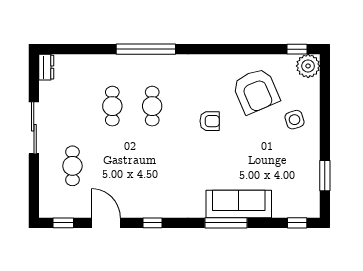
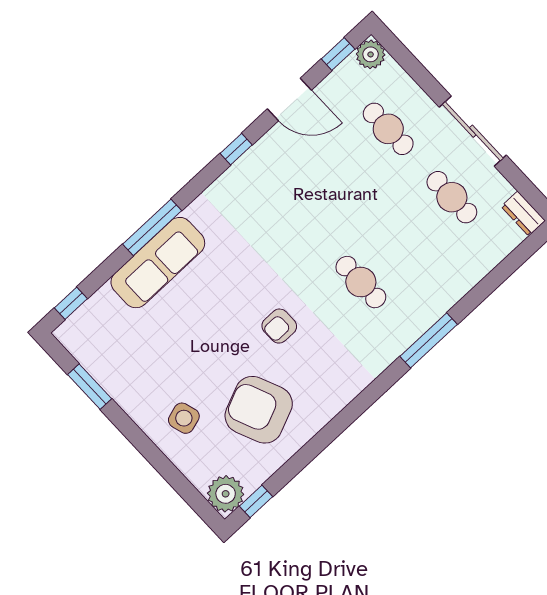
window: (146, 49) -> (429, 340), width x0.68
cafe table: (112, 106) -> (452, 197), moved
plant: (48, 208) -> (371, 54), added

